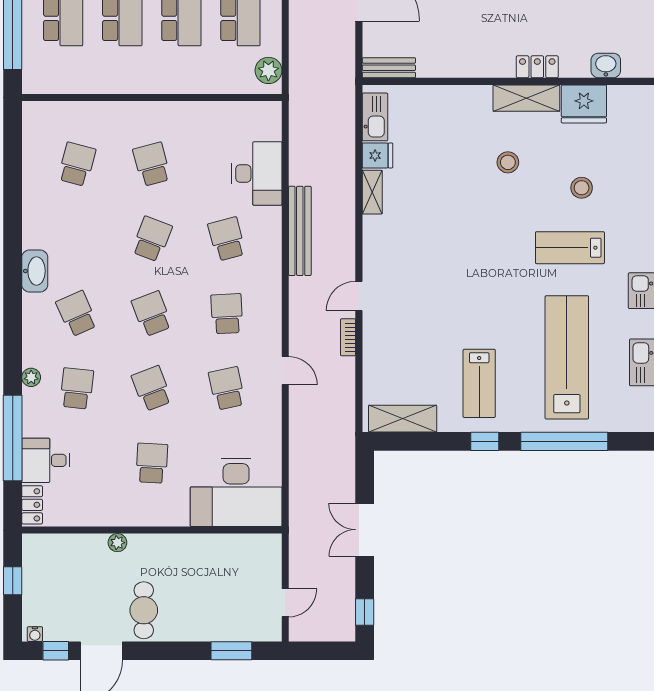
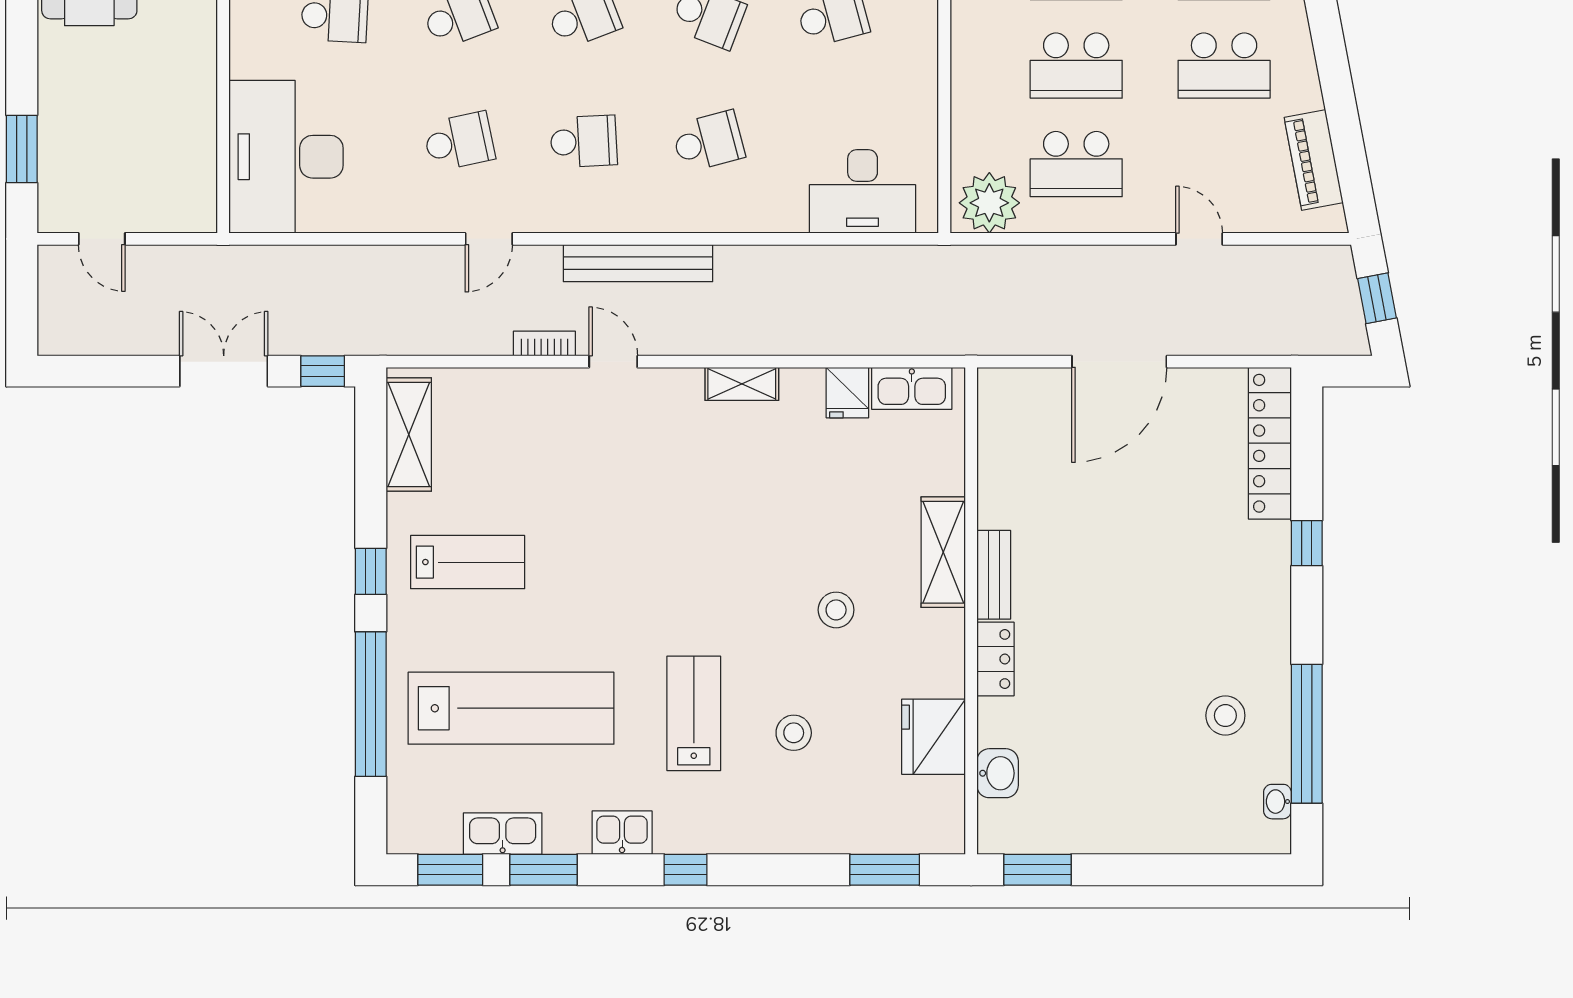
bench: (389, 68) -> (994, 575), moved
plant: (268, 70) -> (989, 203), width x1.36, depth x1.36
shelving: (526, 98) -> (943, 552), moved
desk: (257, 173) -> (863, 191), moved
shelving: (372, 192) -> (742, 384), moved
bench: (300, 231) -> (638, 263), moved
lab bench: (479, 383) -> (468, 562), turned 180
window: (365, 612) -> (323, 371), moved

